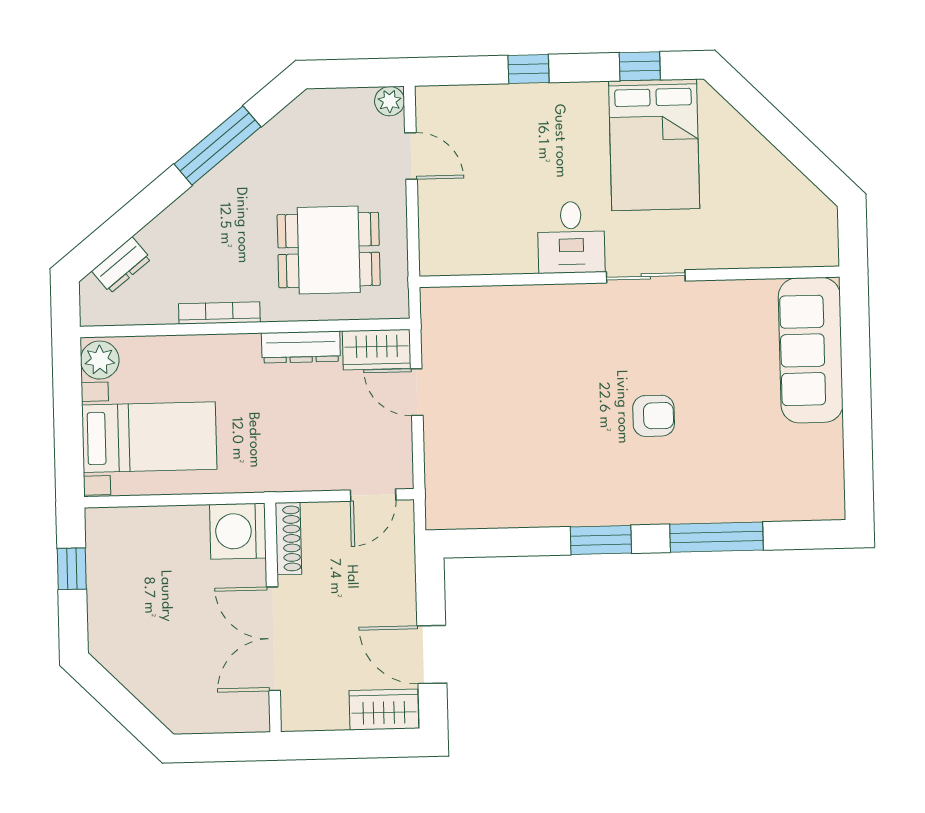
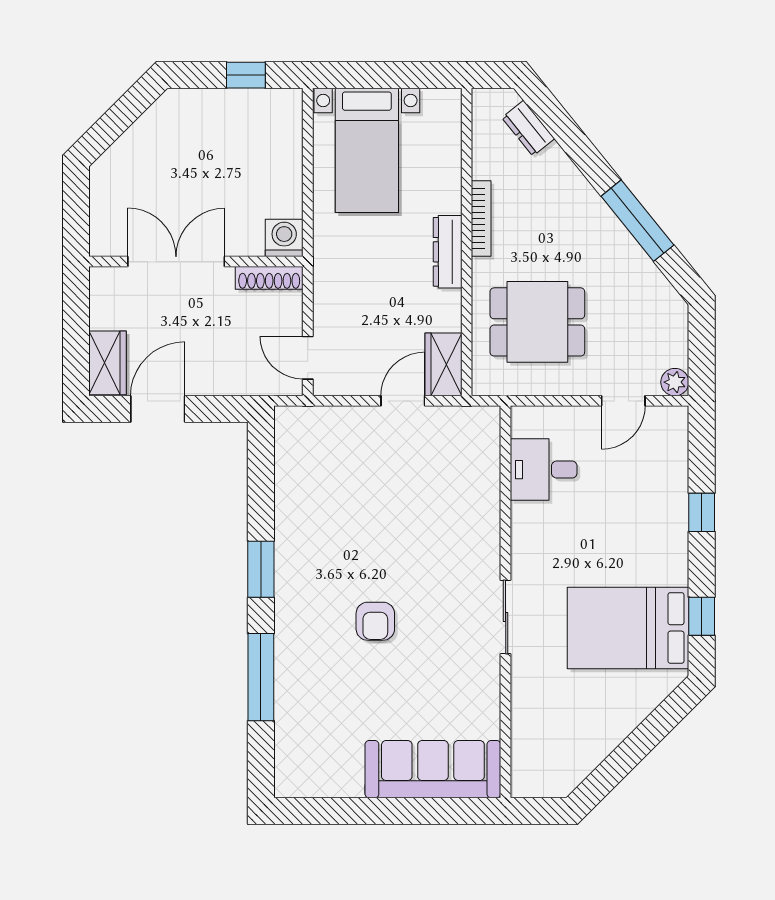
desk: (571, 237) -> (544, 470), moved
dining table: (329, 250) -> (537, 322), turned 90
dresser: (301, 347) -> (448, 252), moved
plant: (100, 360) -> (440, 106), removed
washing machine: (238, 531) -> (284, 238), width x0.73, depth x0.73

